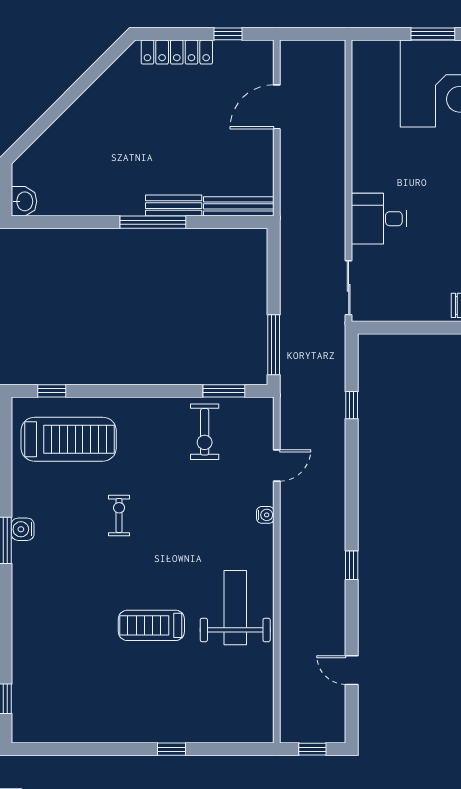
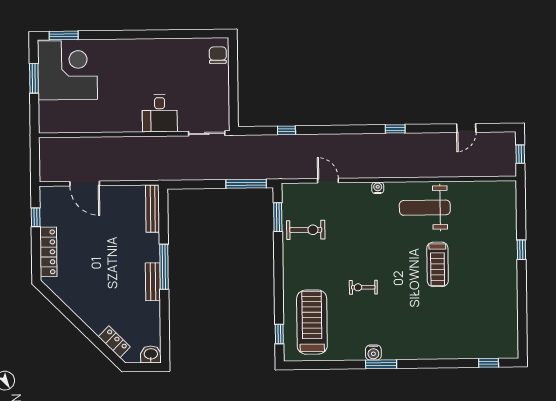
locker: (43, 148) -> (114, 342), added
bench: (174, 206) -> (153, 282), moved
water cooler: (265, 515) -> (378, 188), moved

